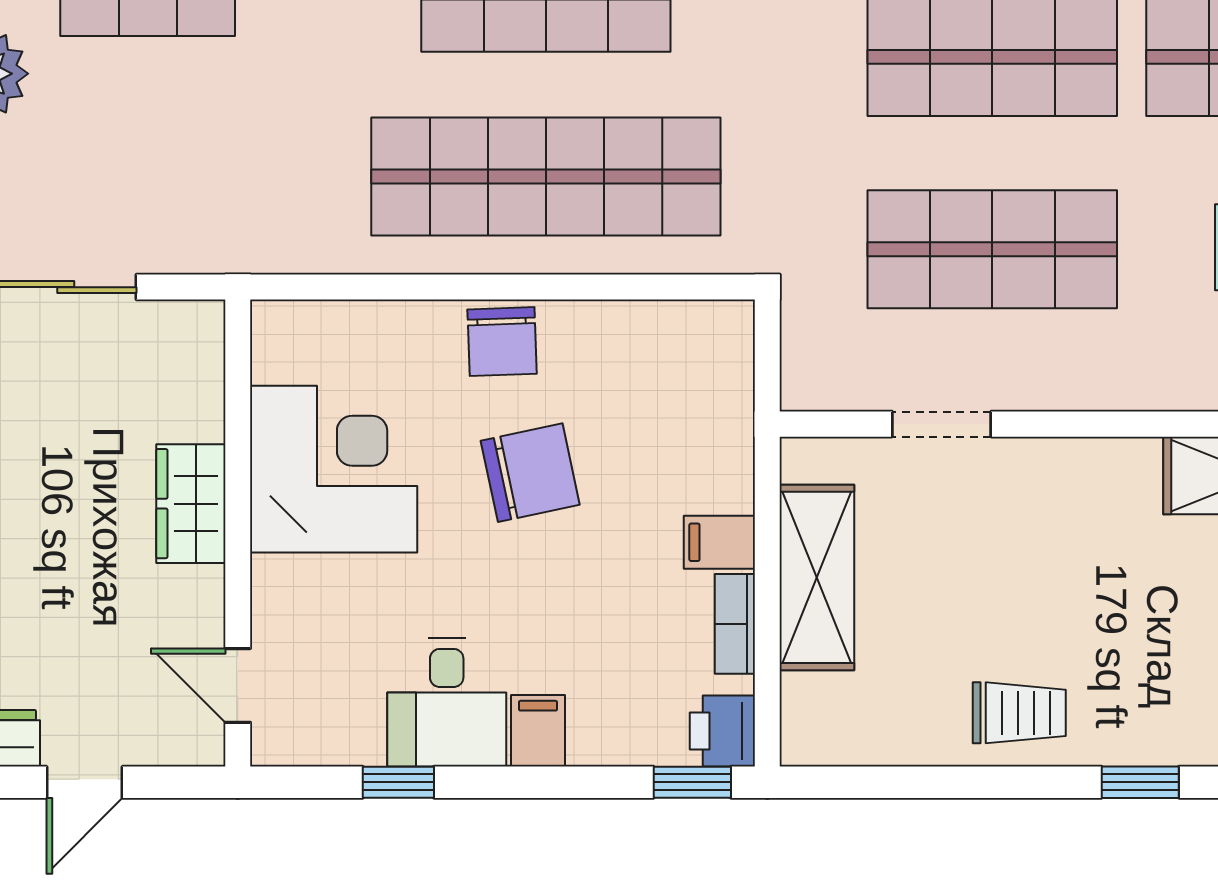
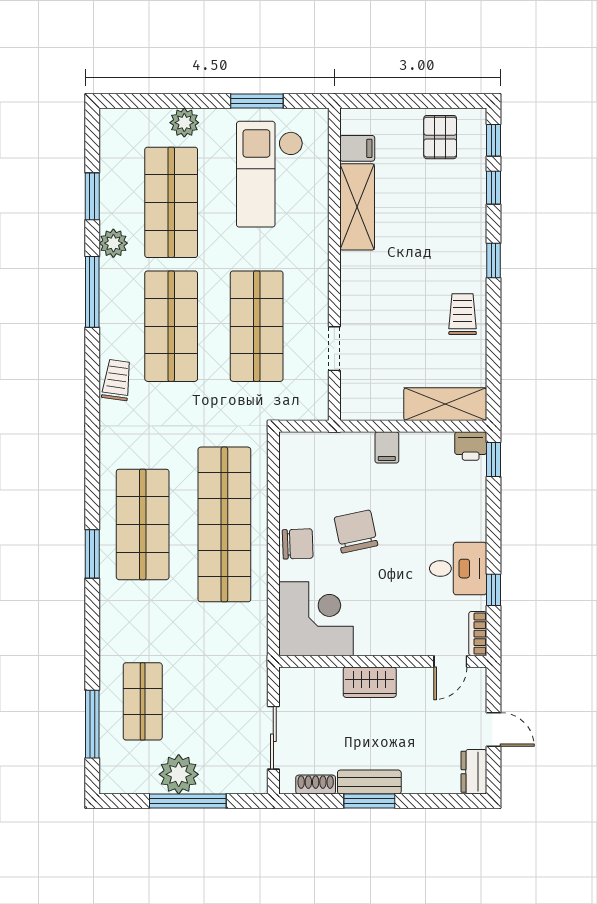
corner desk: (334, 469) -> (316, 619), moved, turned 90
shelving: (817, 577) -> (445, 404), moved
bookcase: (735, 624) -> (478, 634), moved, turned 90
filing cabinet: (538, 731) -> (471, 528), removed

